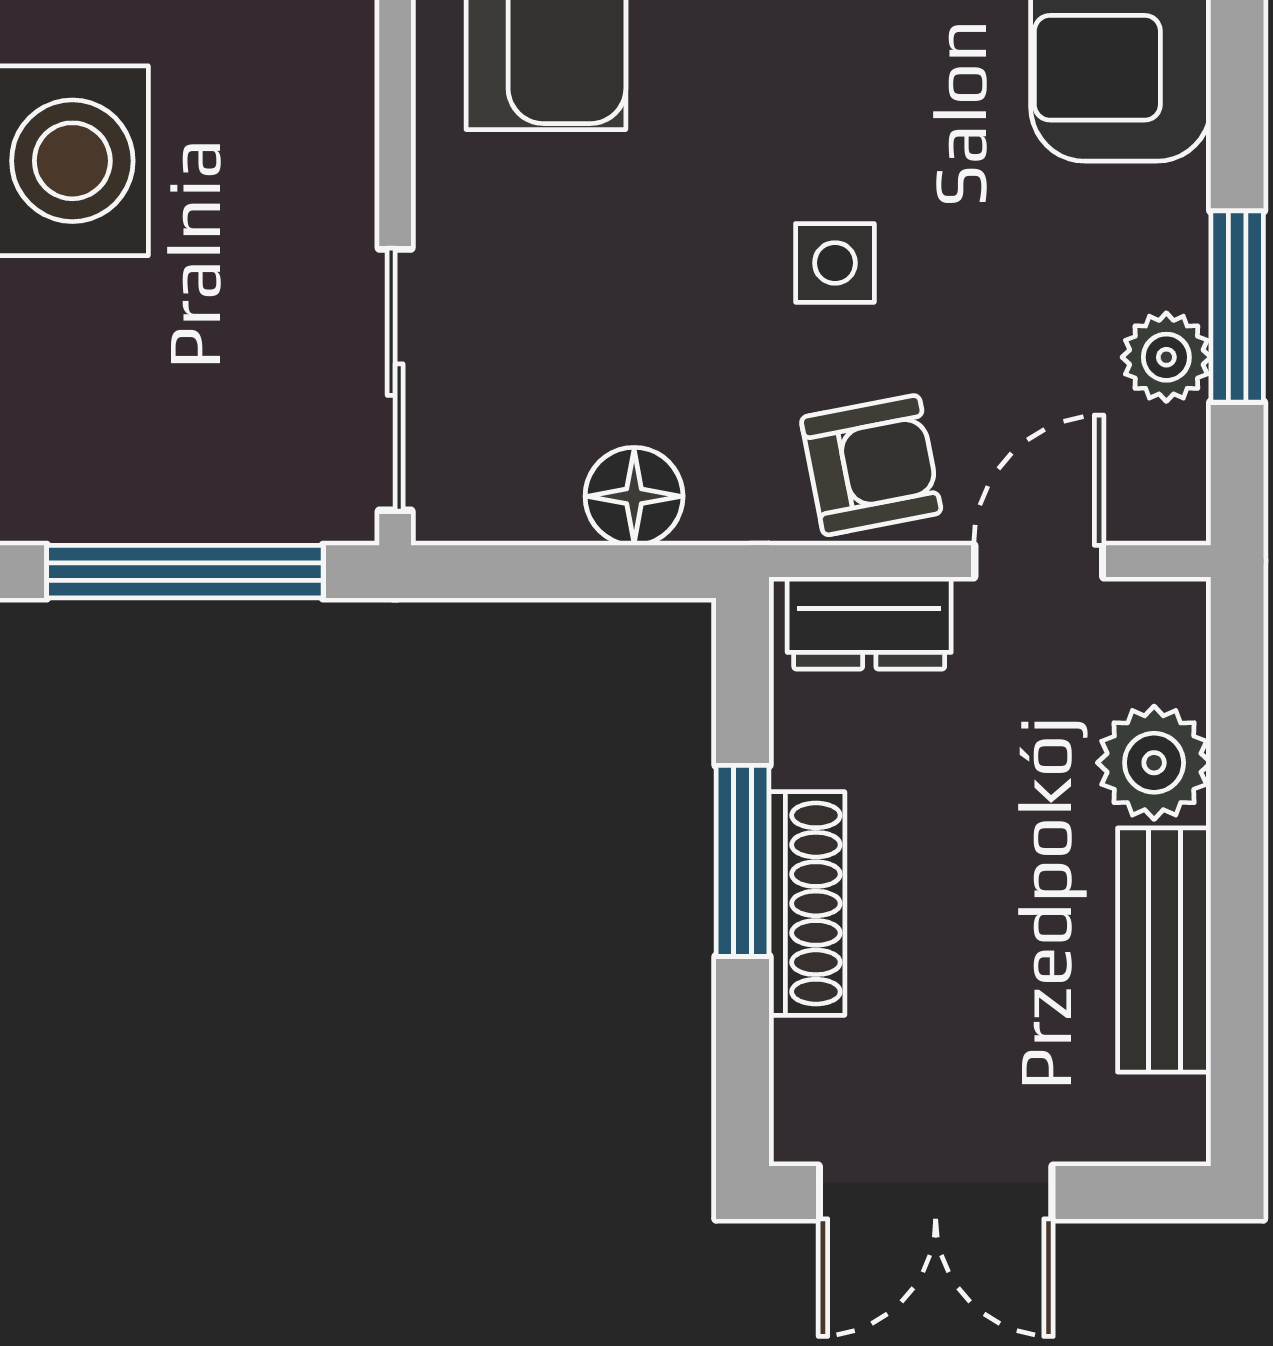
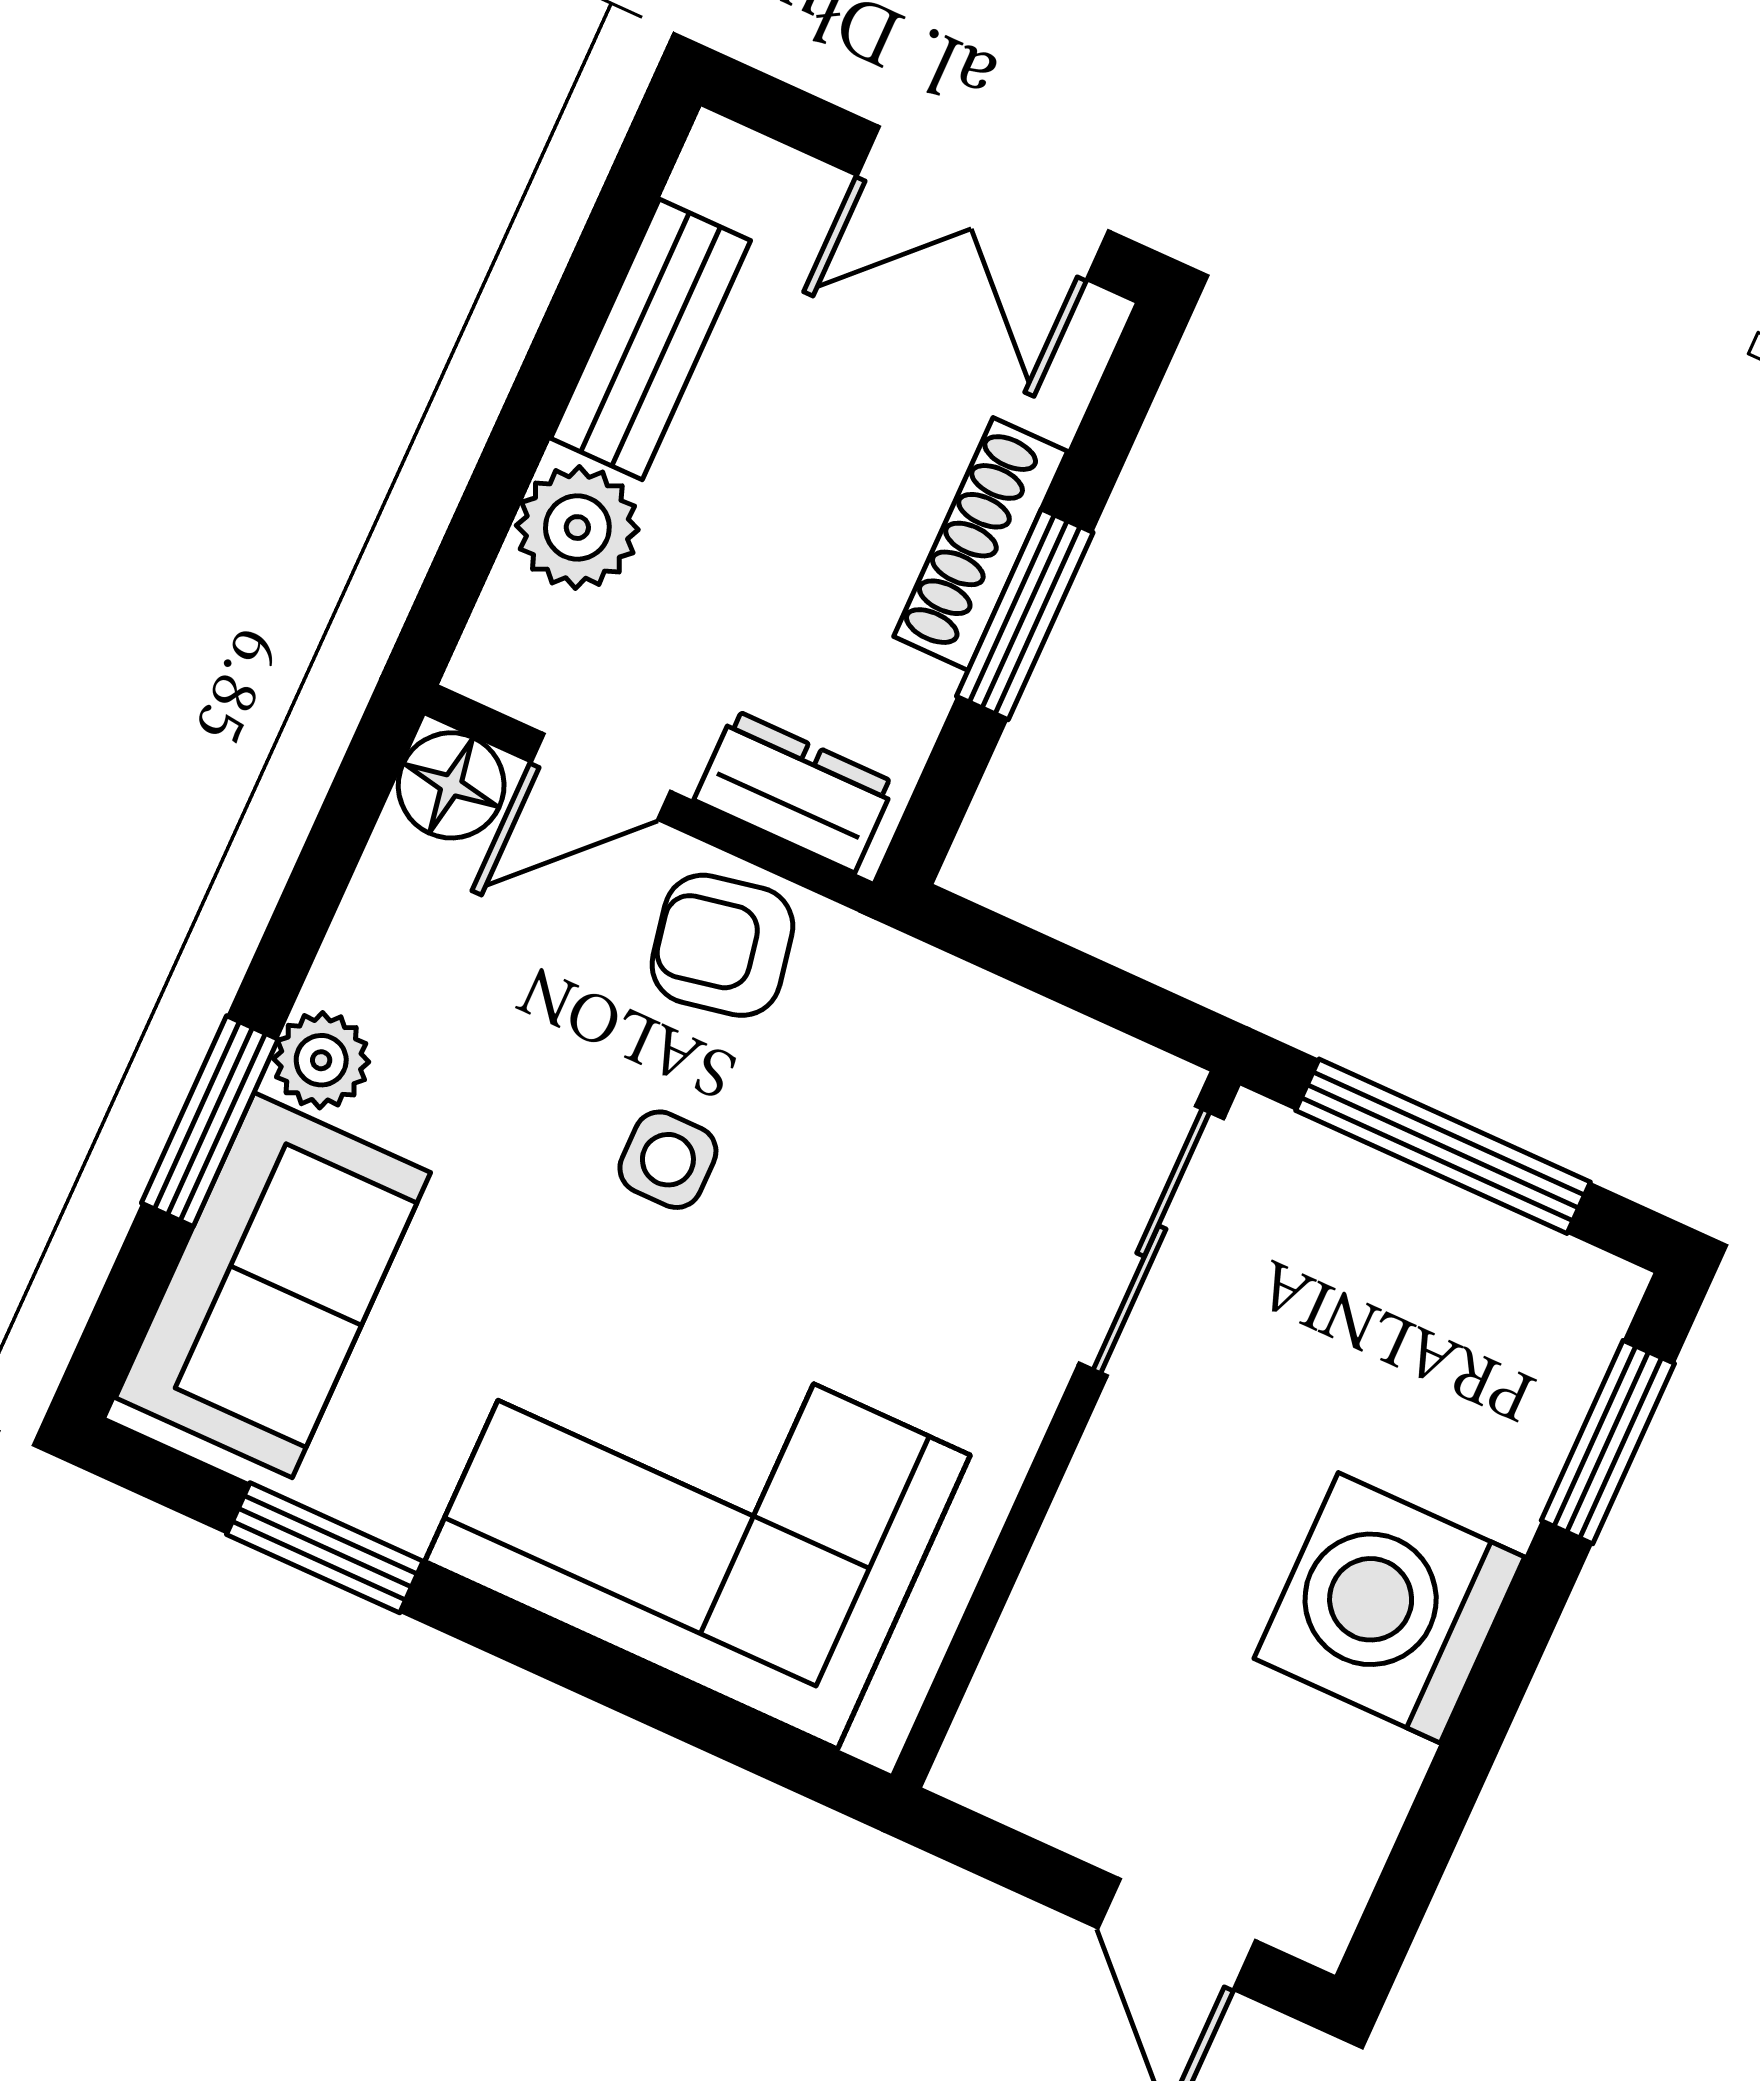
window: (1237, 306) -> (210, 1121), moved
plant: (1166, 357) -> (321, 1060), moved
floor lamp: (634, 496) -> (451, 785), moved
double door: (936, 1193) -> (983, 203), swing flipped

